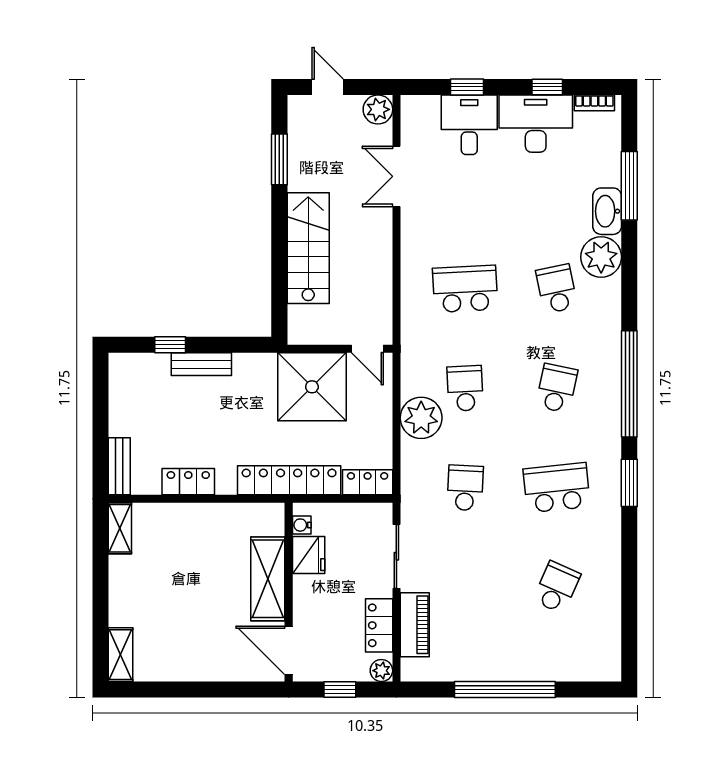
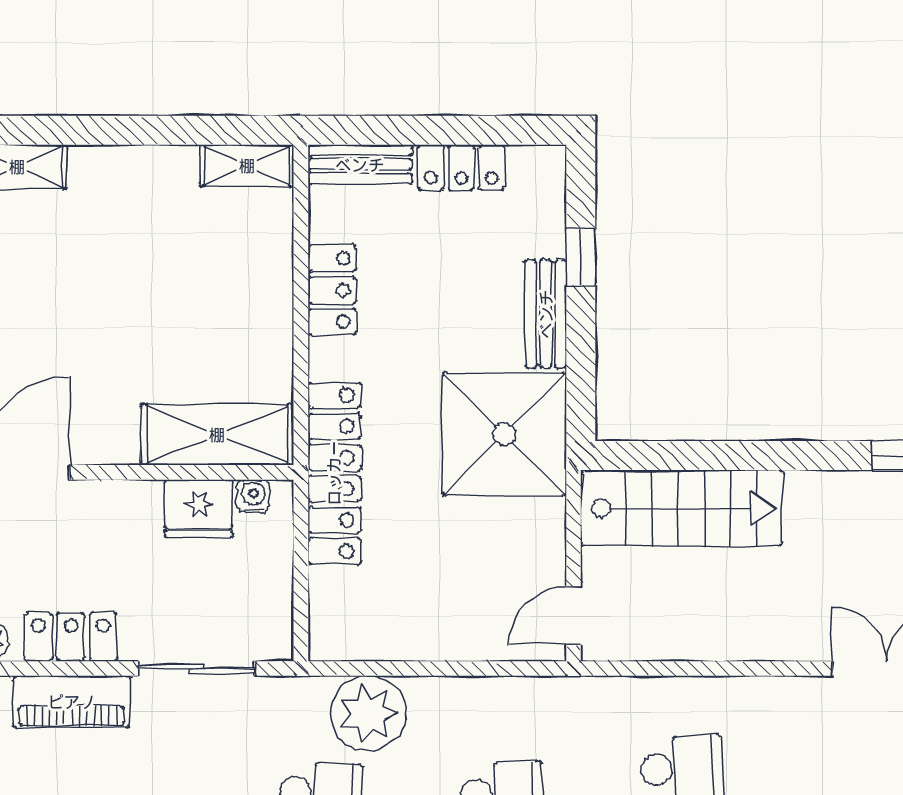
stairs: (308, 248) -> (682, 508), moved
shower: (312, 387) -> (504, 434), moved
plant: (421, 418) -> (368, 713), moved
locker: (368, 482) -> (461, 168), moved, turned 90
shelving: (268, 579) -> (217, 435), moved

